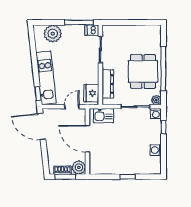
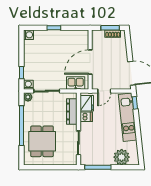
dishwasher: (92, 30) -> (86, 117), moved
dining table: (143, 72) -> (42, 141), moved
door: (87, 139) -> (90, 62), swing flipped
washing machine: (156, 150) -> (28, 35), moved
plant: (79, 167) -> (98, 36), removed

